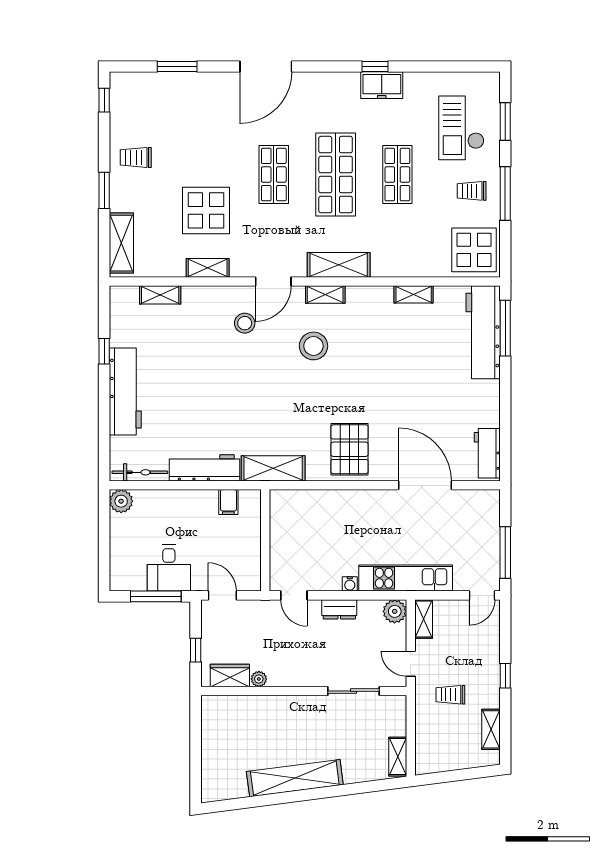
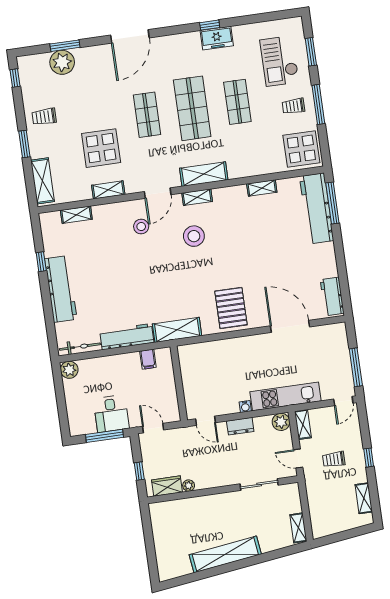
plant: (170, 88) -> (62, 62), added
trolley: (450, 695) -> (334, 459), moved

